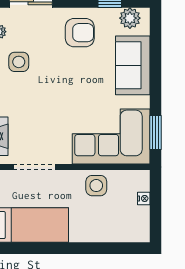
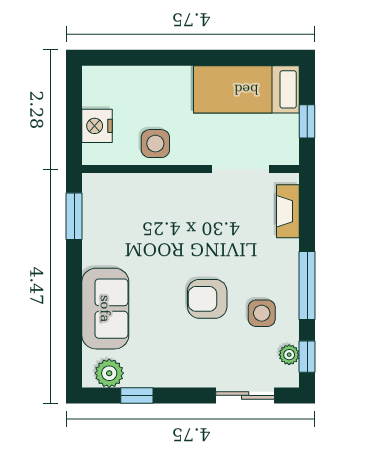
armchair: (80, 33) -> (207, 299), moved
corner sofa: (111, 136) -> (135, 211), removed
nightstand: (144, 198) -> (97, 126), width x1.89, depth x1.79

